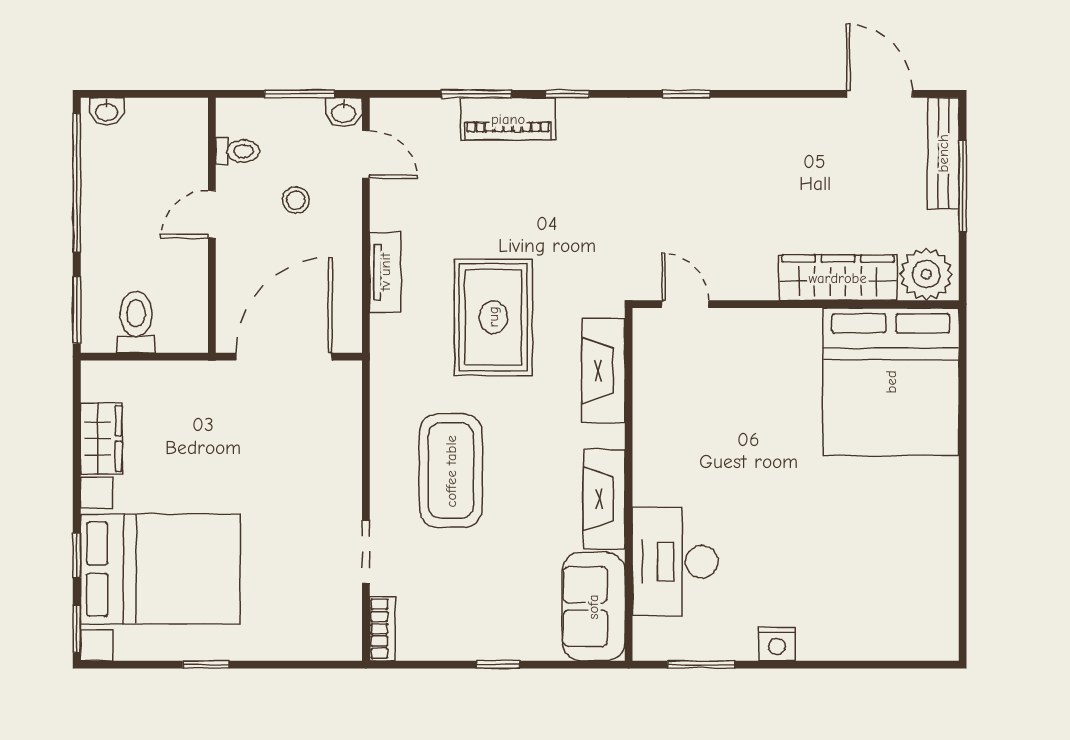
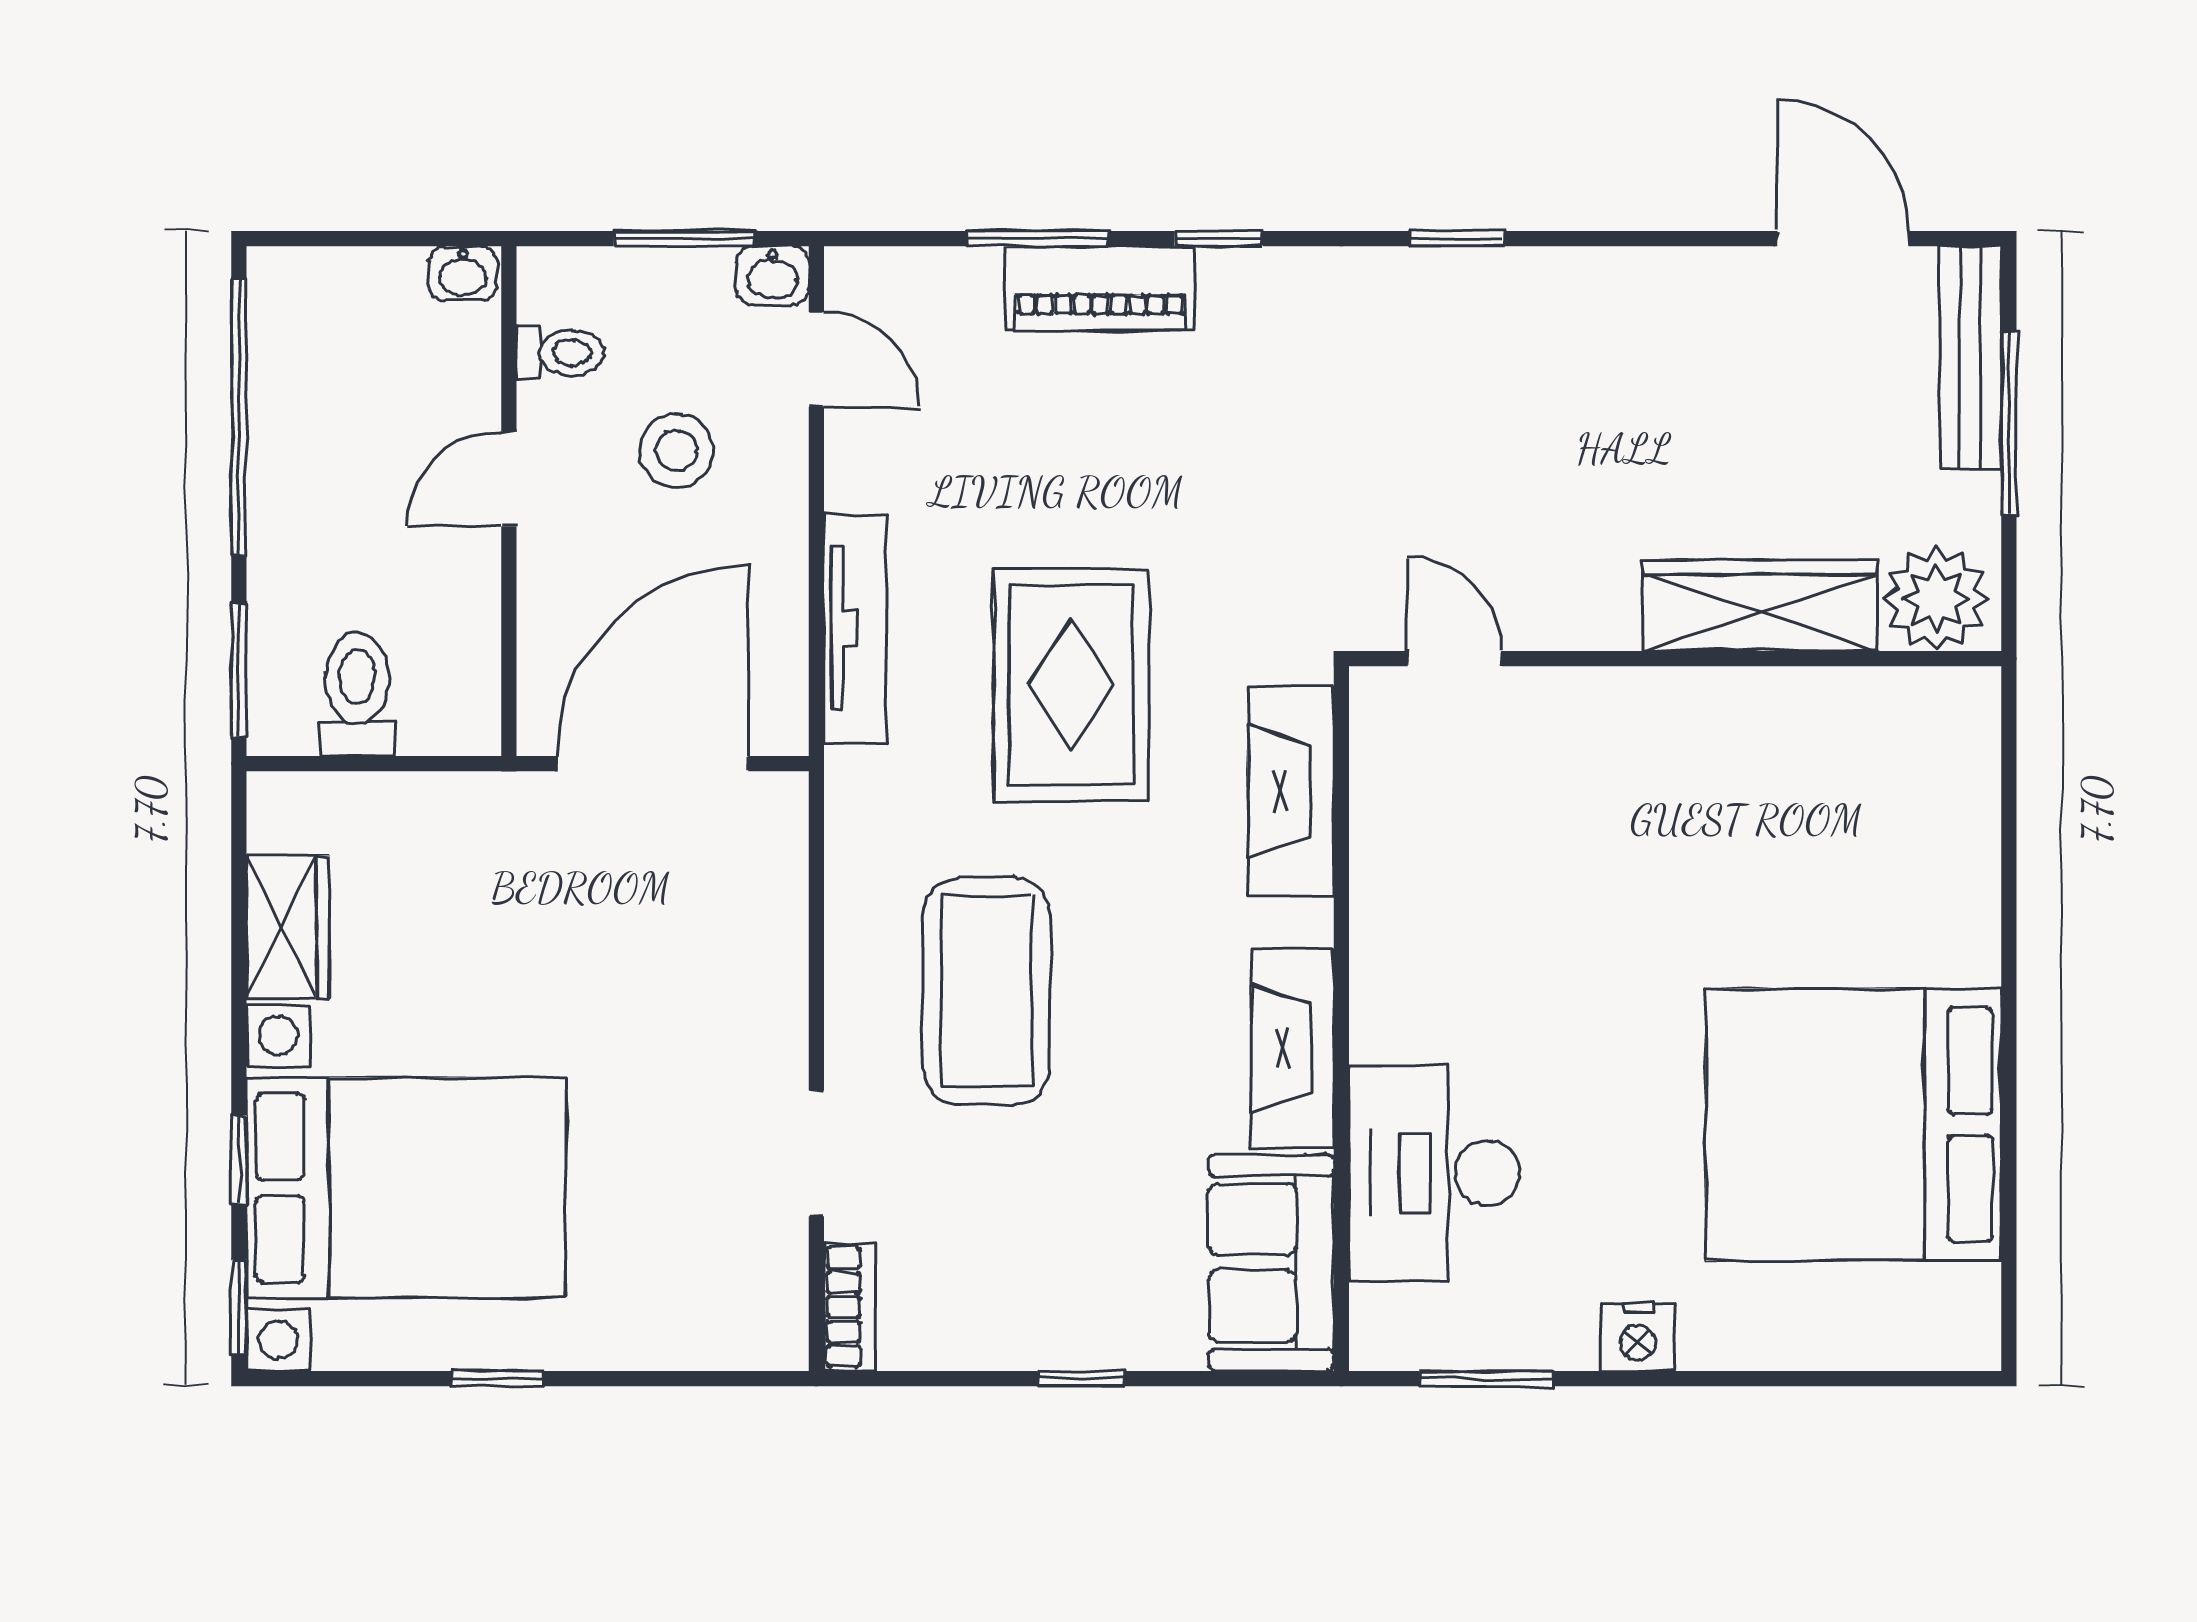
washbasin: (107, 111) -> (463, 274), moved
stool: (296, 200) -> (677, 450), width x1.37, depth x1.37
tv unit: (385, 272) -> (855, 628), width x1.41
bed: (891, 382) -> (1854, 1125), moved, turned 90

